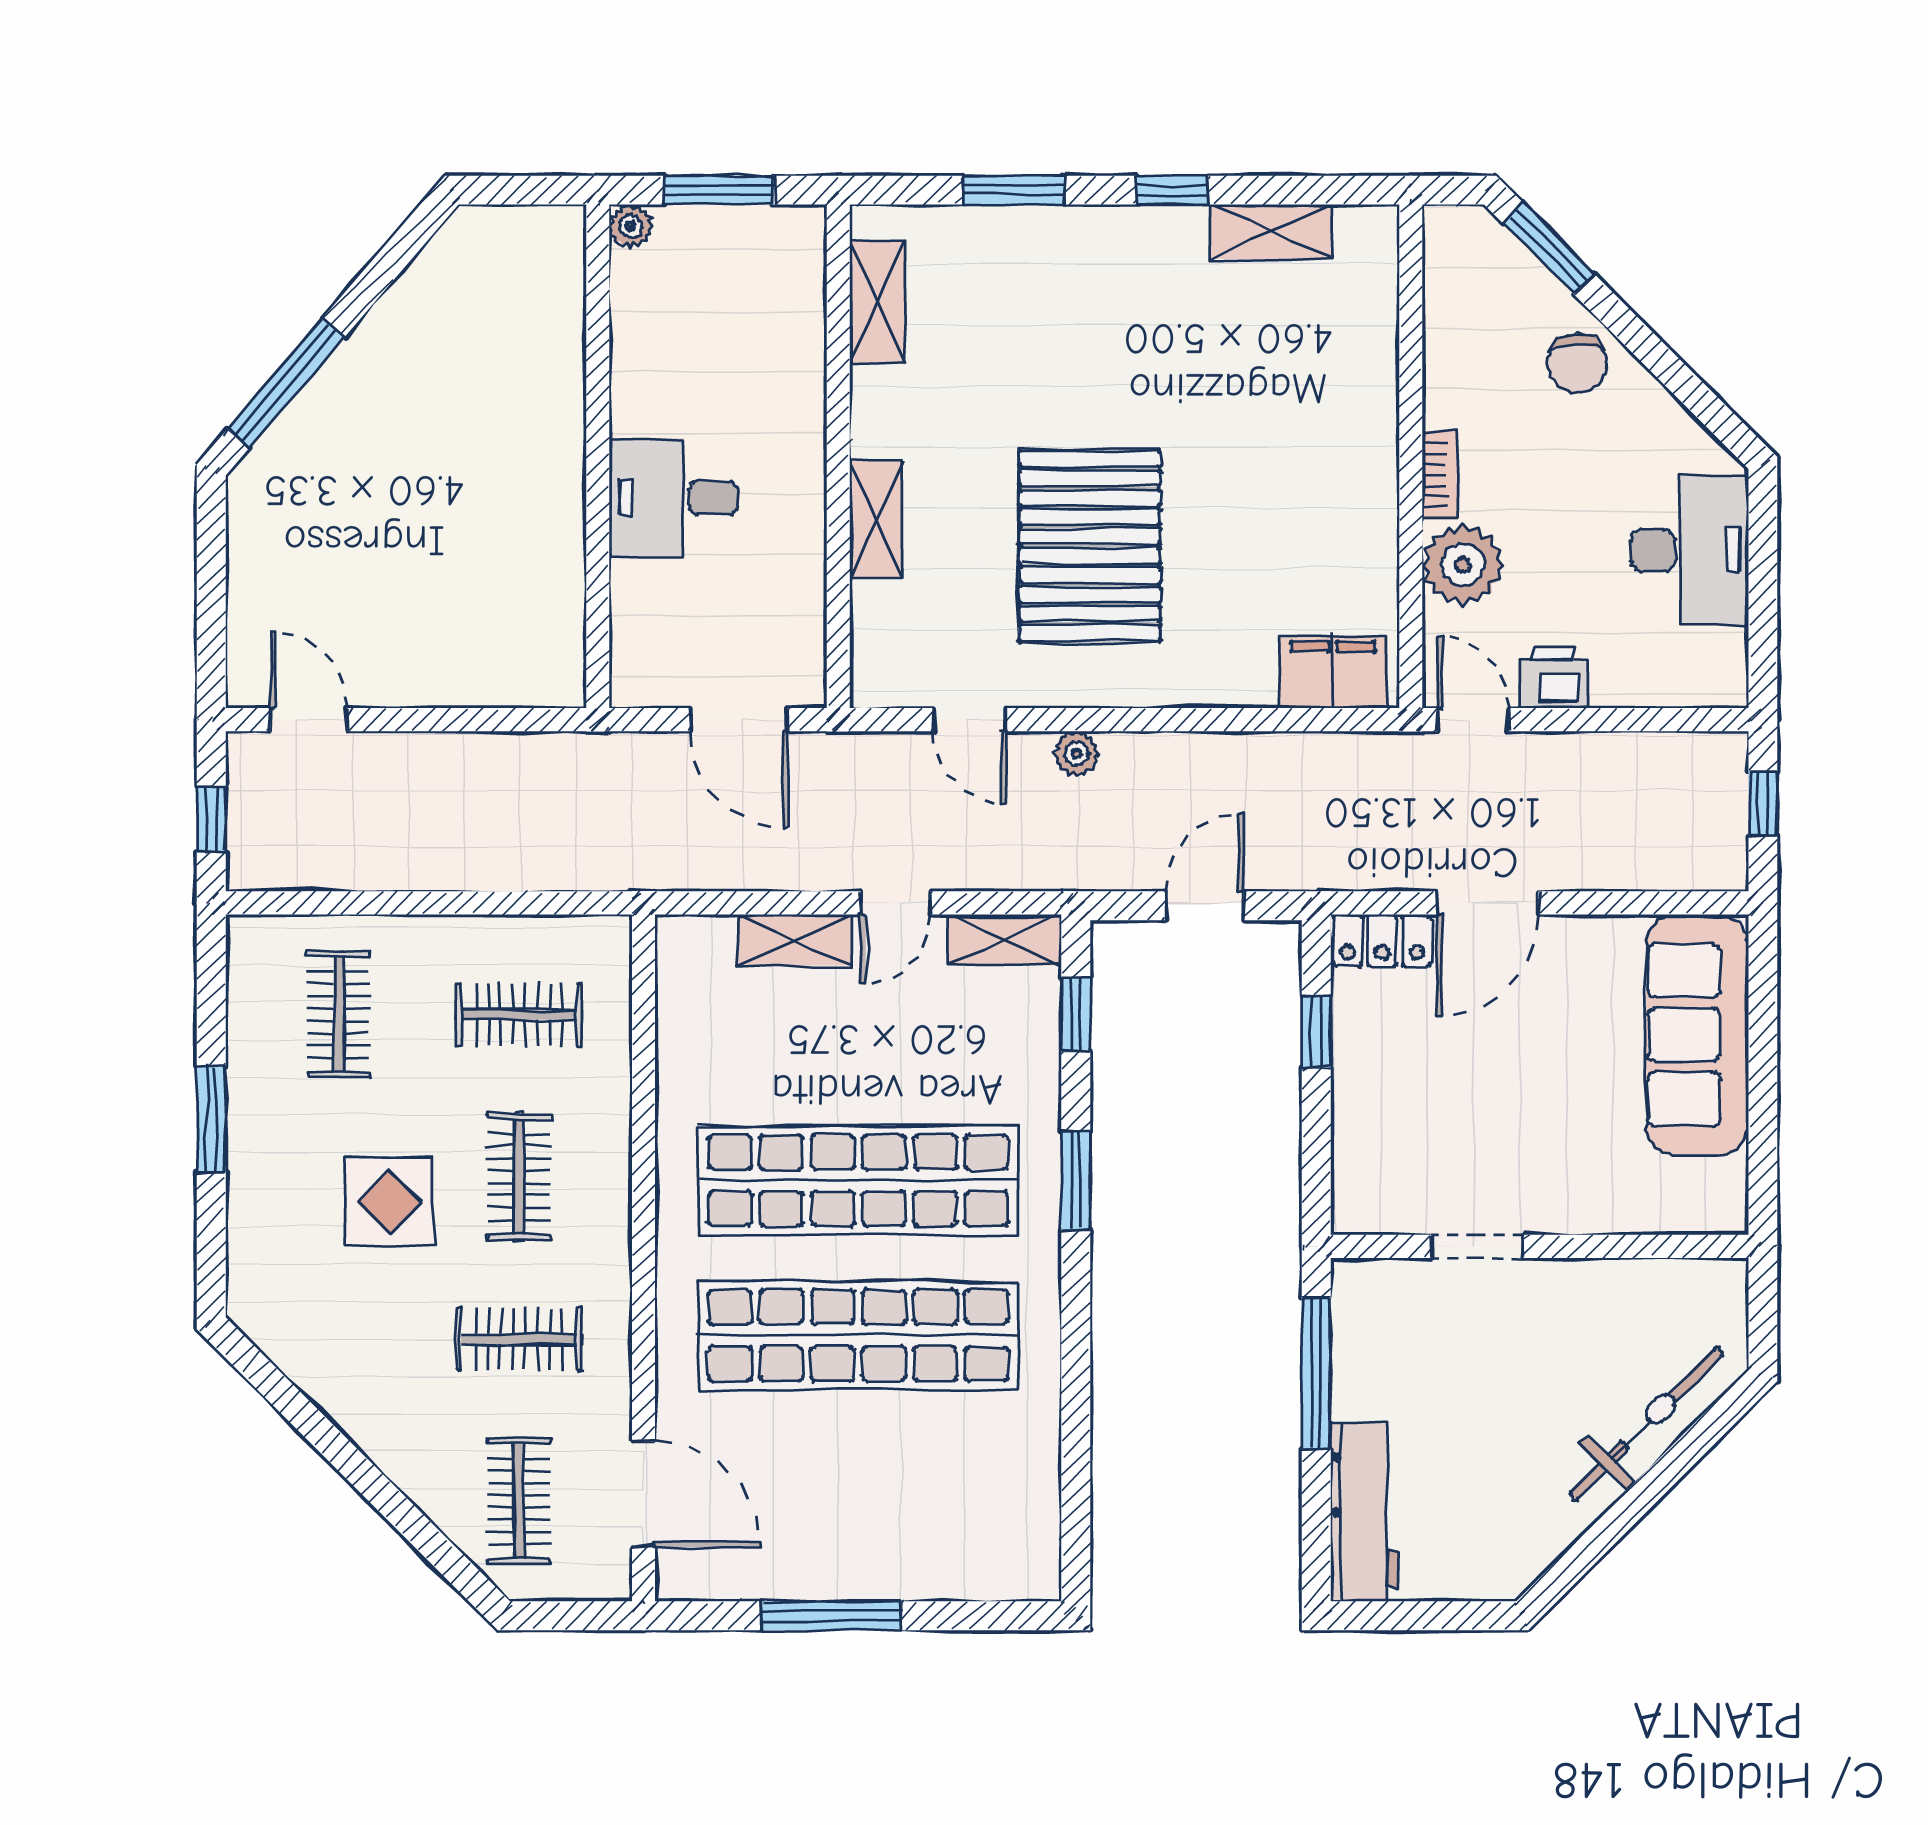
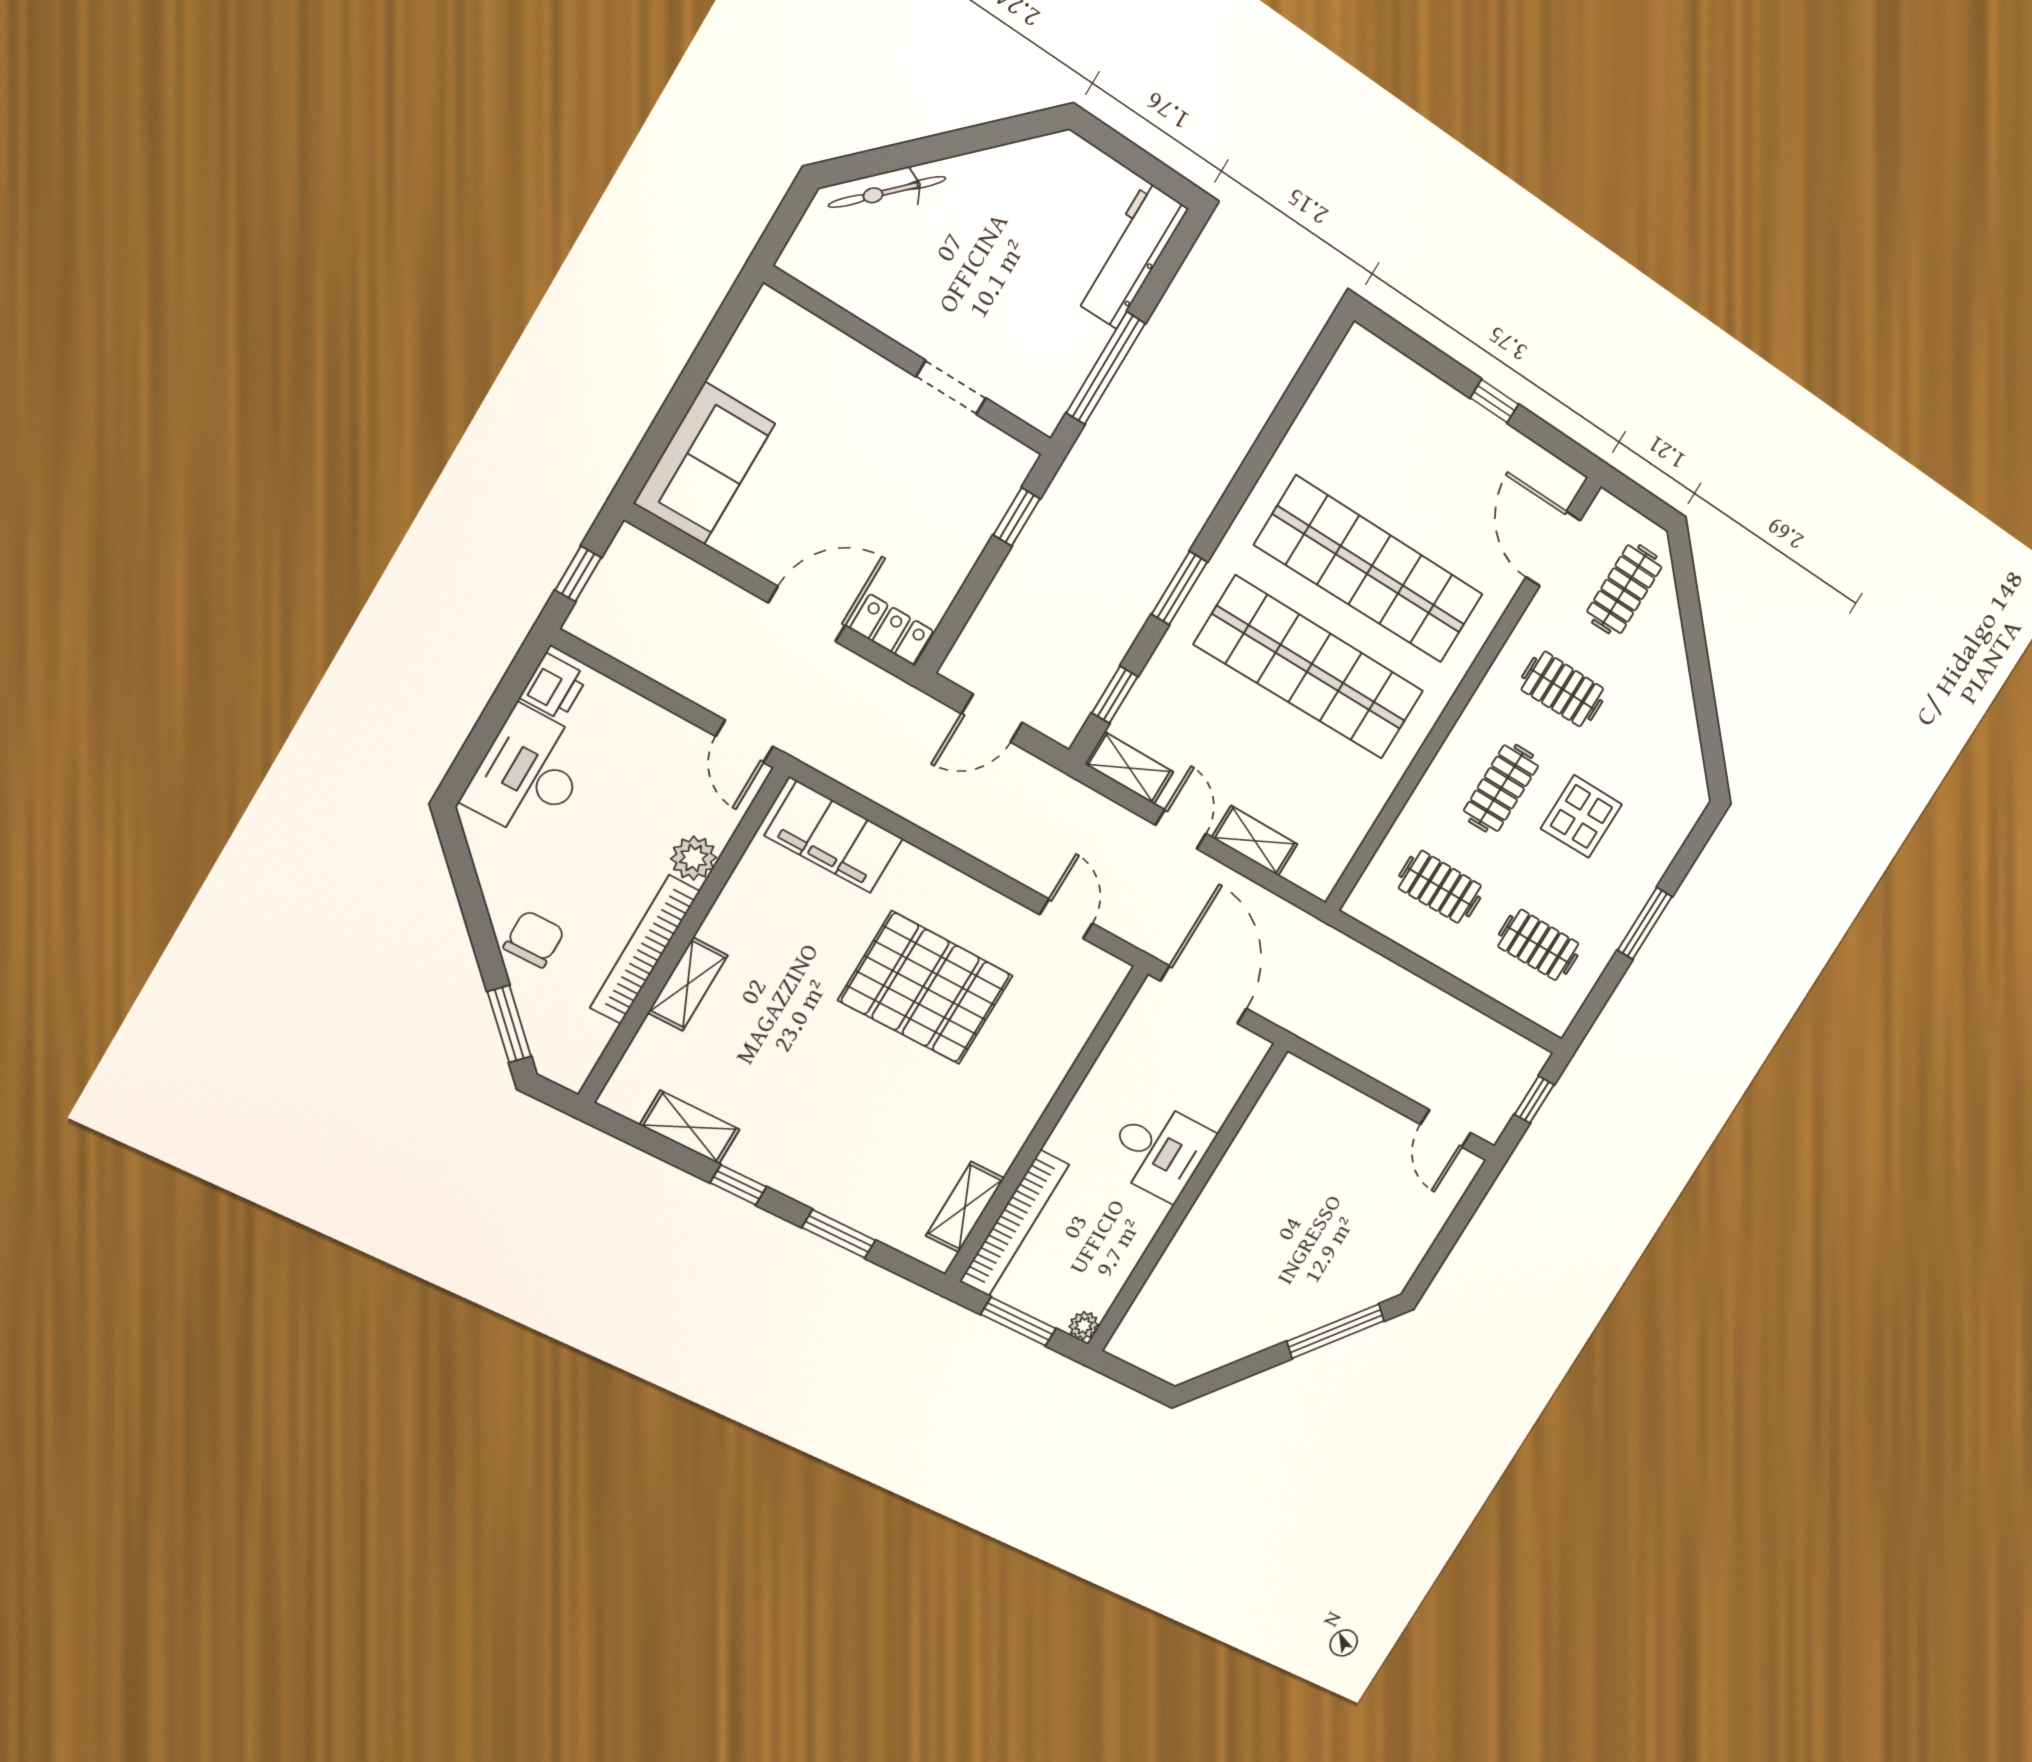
bookcase: (802, 313) -> (1014, 1223), added
bookcase: (1440, 475) -> (645, 949), width x2.31, depth x1.31
shelving: (876, 519) -> (688, 984), moved
pallet: (1090, 546) -> (926, 988), turned 90
plant: (1463, 565) -> (694, 858), width x0.73, depth x0.73
filing cabinet: (1333, 672) -> (834, 837), width x1.50, depth x1.17
printer: (1553, 678) -> (554, 687), moved, turned -90
door: (739, 720) -> (1204, 995), width x1.36
plant: (1077, 754) -> (1013, 861), removed
door: (896, 903) -> (1181, 829), hinge flipped
clothes rail: (339, 1015) -> (1538, 945), turned 90
window: (1316, 1032) -> (1017, 517), moved
sofa: (1697, 1035) -> (704, 463), width x0.73
bicycle: (1646, 1424) -> (887, 192), width x0.73, depth x0.71
window: (831, 1616) -> (1494, 401), width x0.46

